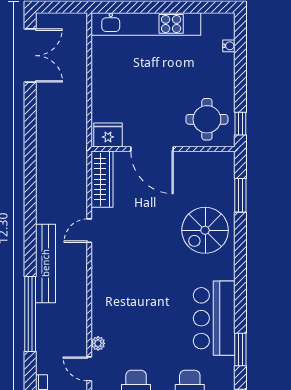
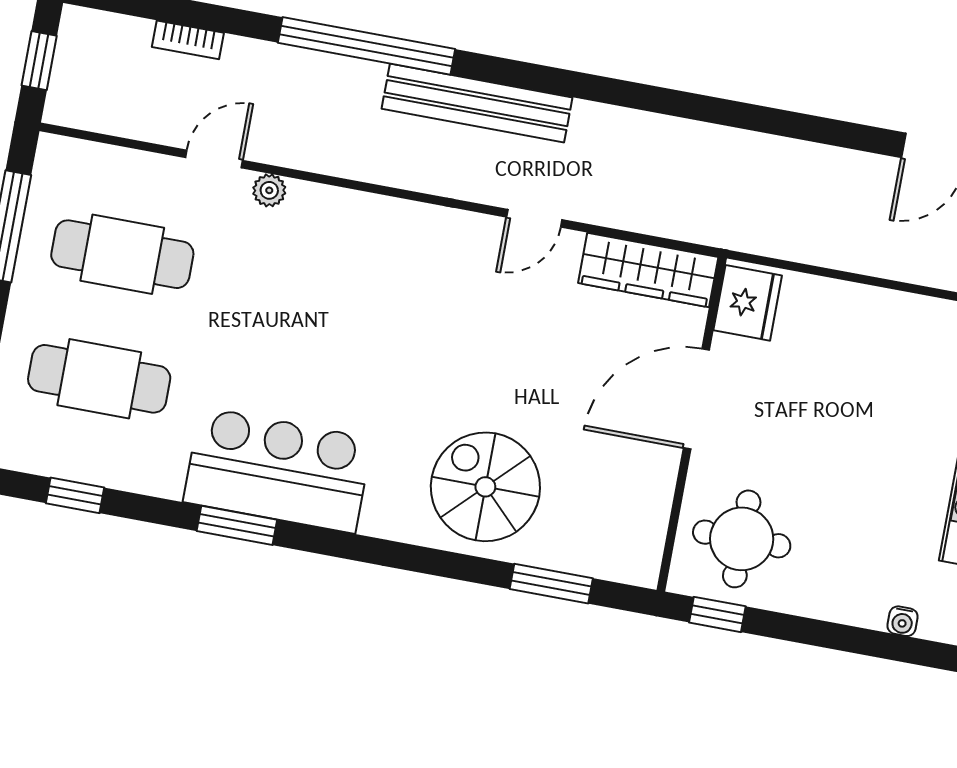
door: (89, 231) -> (534, 218), swing flipped
window: (240, 350) -> (237, 525), moved

